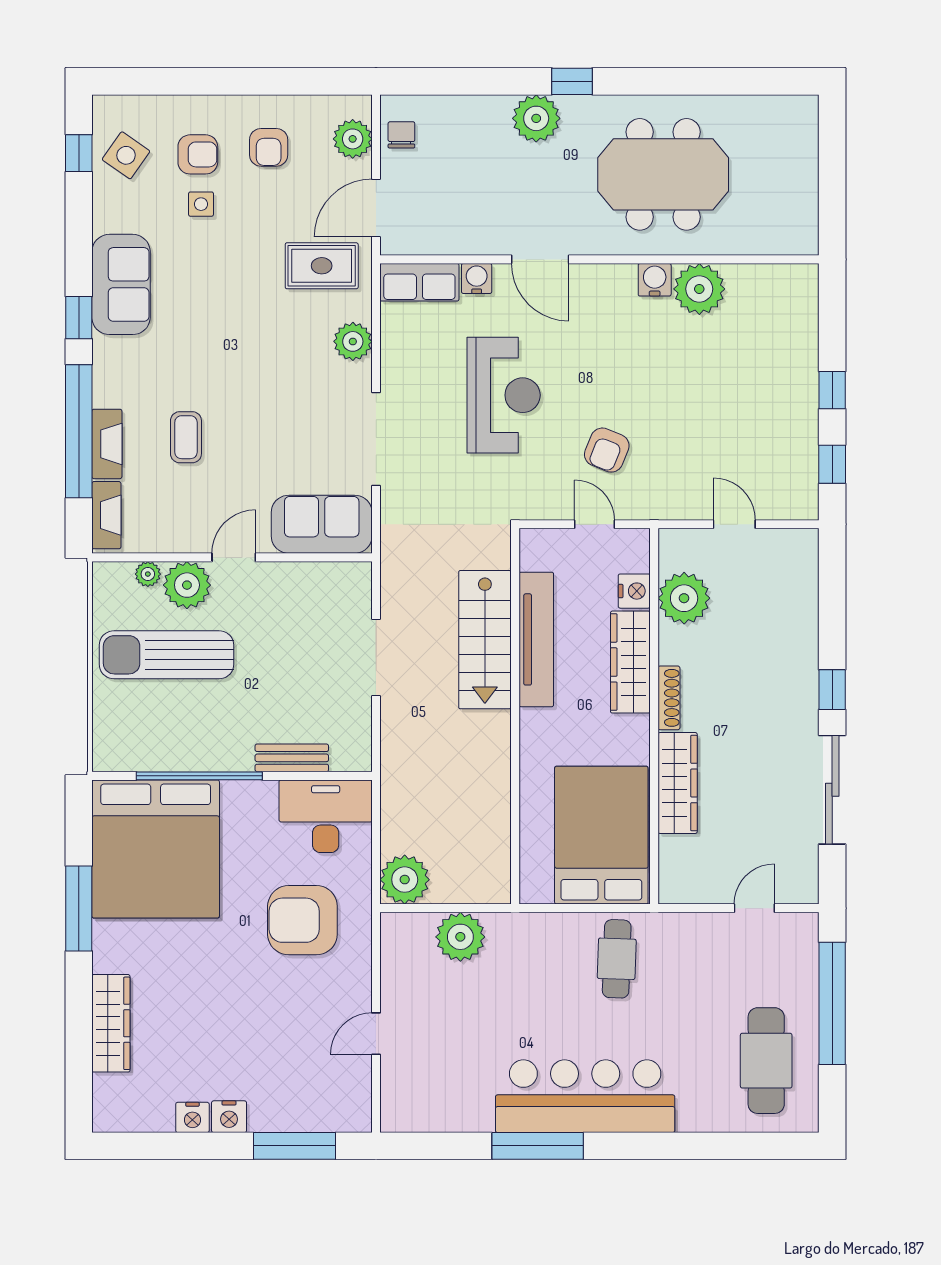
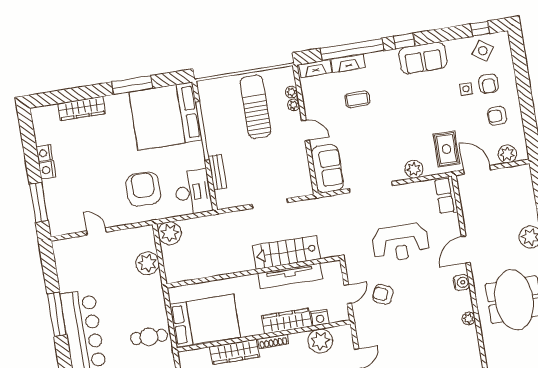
chair: (401, 135) -> (513, 176), removed
water cooler: (477, 278) -> (452, 221), removed
water cooler: (655, 280) -> (461, 282), moved
plant: (699, 289) -> (469, 319), width x0.53, depth x0.53
plant: (187, 585) -> (294, 105), width x0.53, depth x0.53

